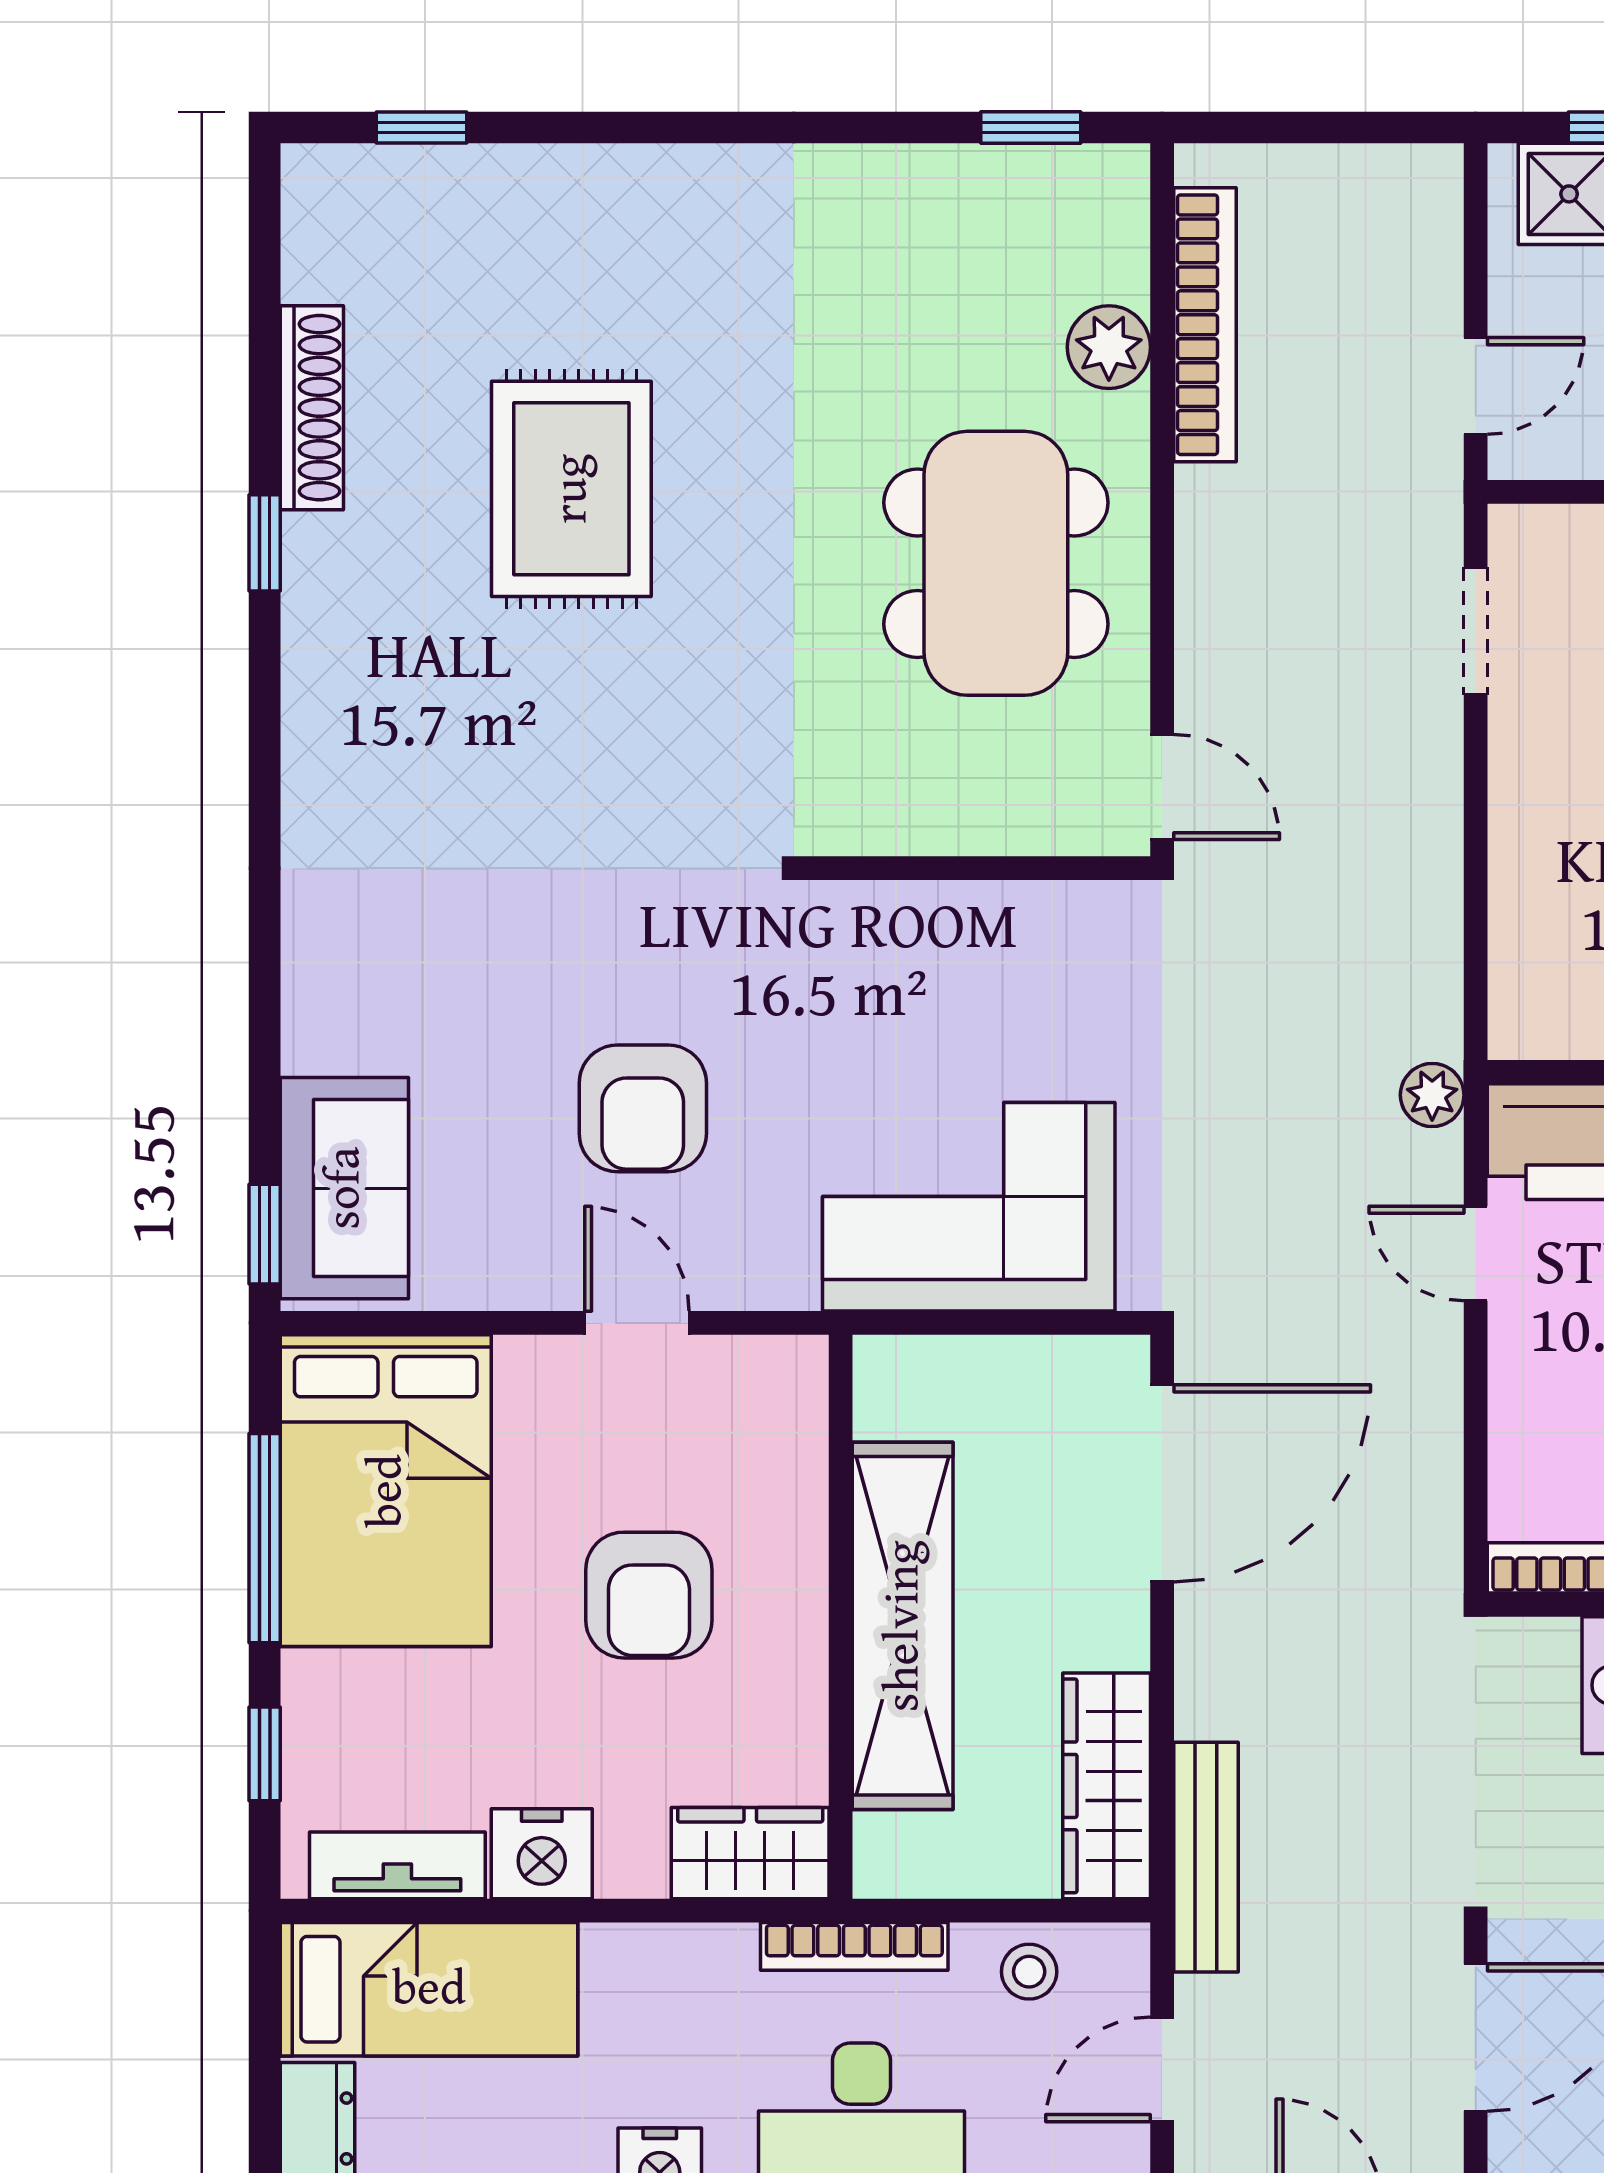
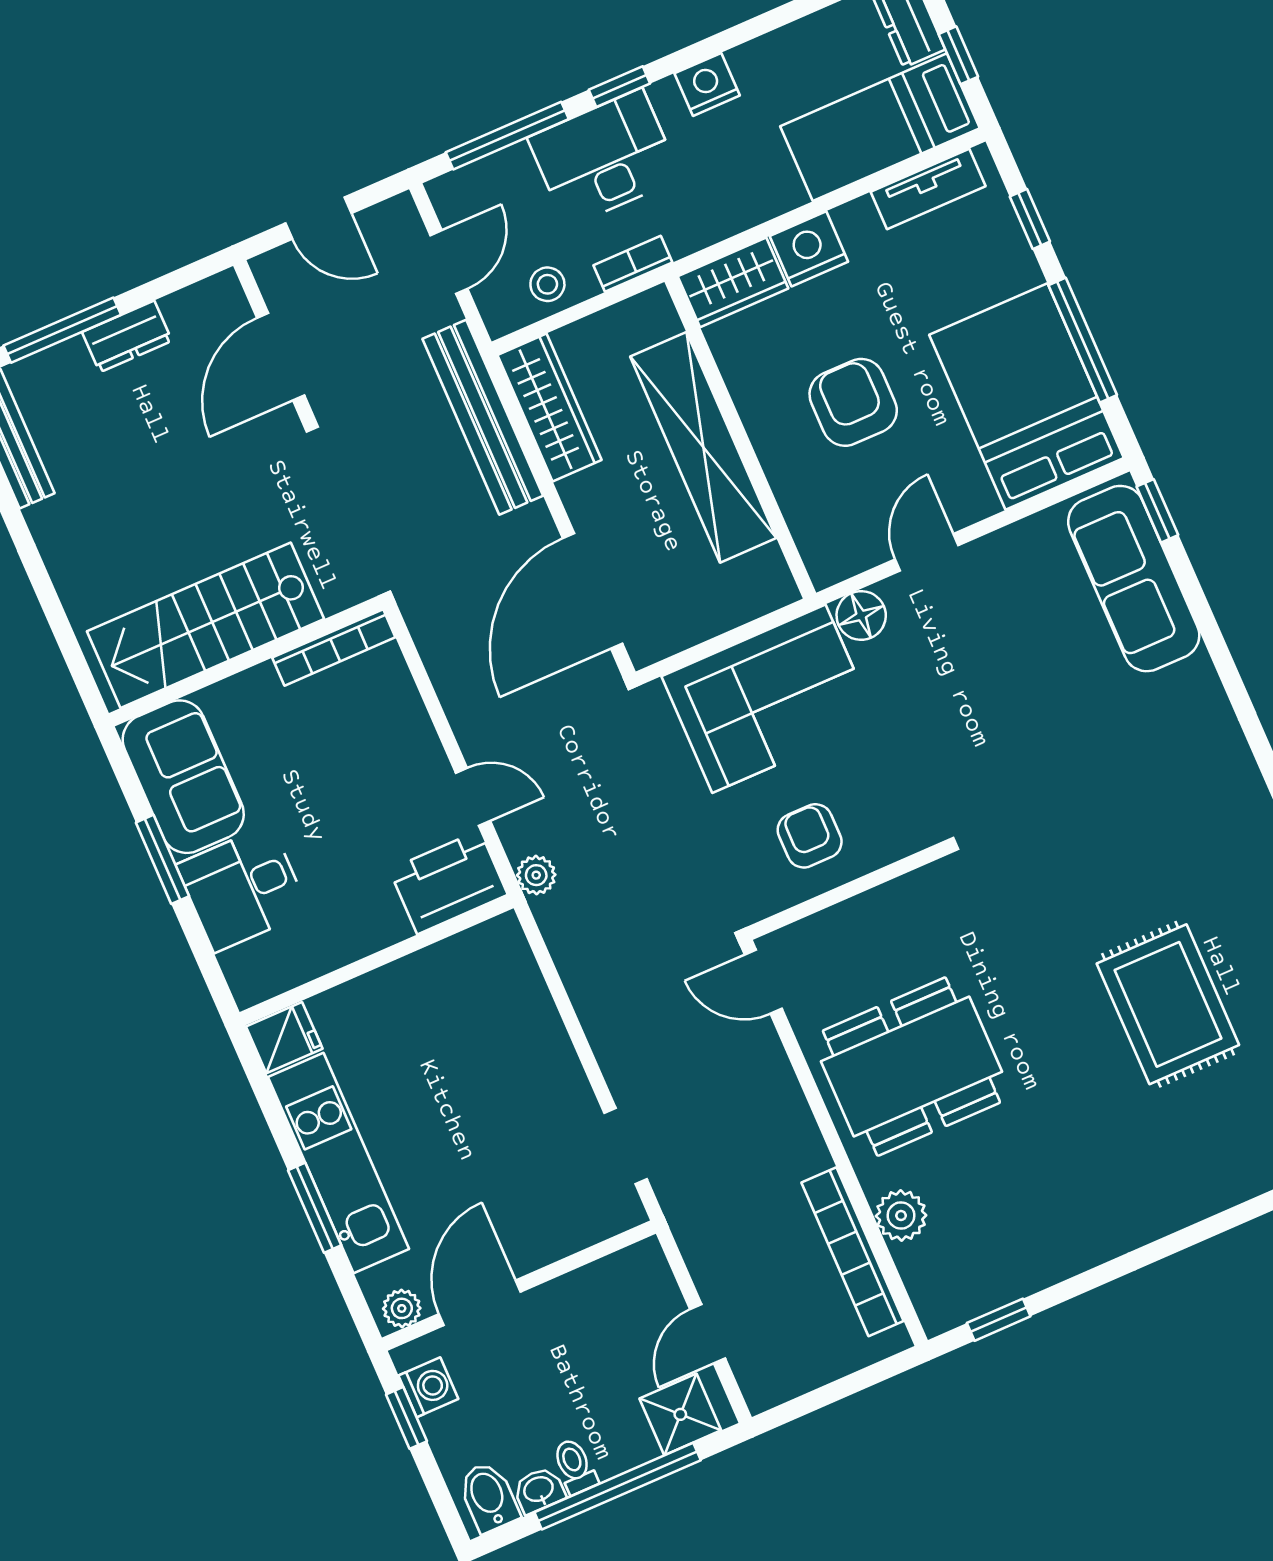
door: (1476, 386) -> (708, 1334), moved
dining table: (996, 563) -> (911, 1067), turned 90
armchair: (643, 1108) -> (810, 836), moved, width x0.72, depth x0.72
sofa: (344, 1188) -> (1134, 579), width x1.36
floor lamp: (776, 1271) -> (861, 615), added
door: (637, 1323) -> (927, 552), swing flipped
nightstand: (542, 1854) -> (809, 249), moved
bench: (1206, 1857) -> (483, 417), width x1.37, depth x1.21
bookcase: (854, 1946) -> (633, 264), width x0.64
window: (265, 2046) -> (958, 55), added

